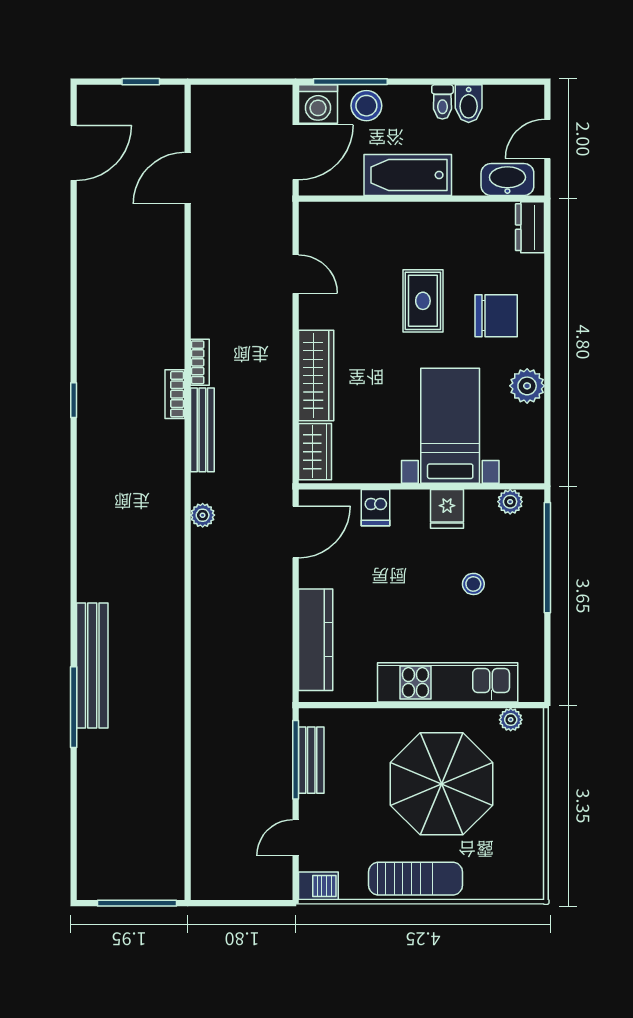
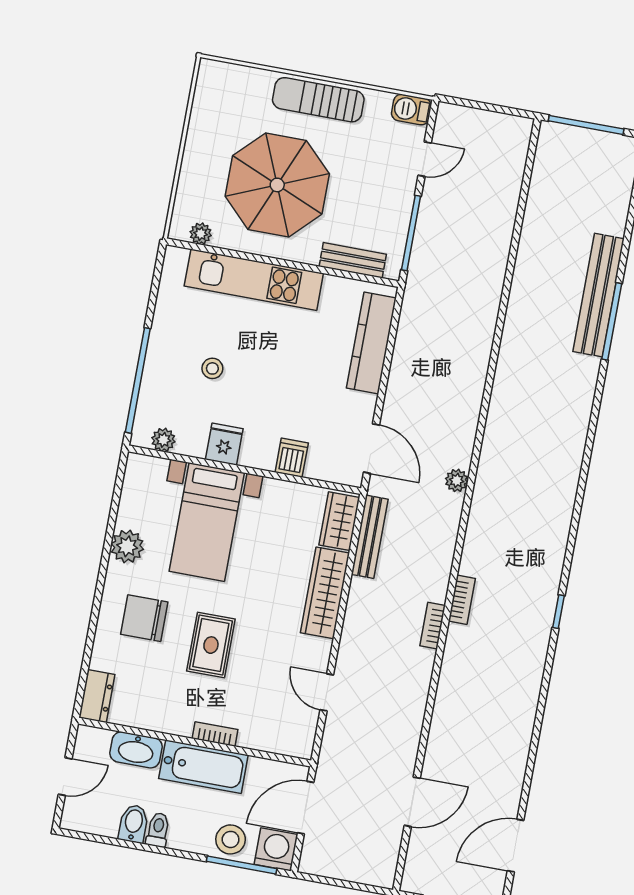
washbasin: (507, 180) -> (136, 750), moved
bookcase: (402, 211) -> (215, 734), added
bench: (202, 430) -> (370, 537), moved
door: (296, 532) -> (372, 449), swing flipped
bench: (92, 666) -> (598, 295), moved
bench: (311, 760) -> (353, 260), moved, turned 90

